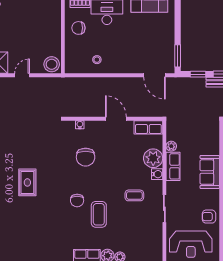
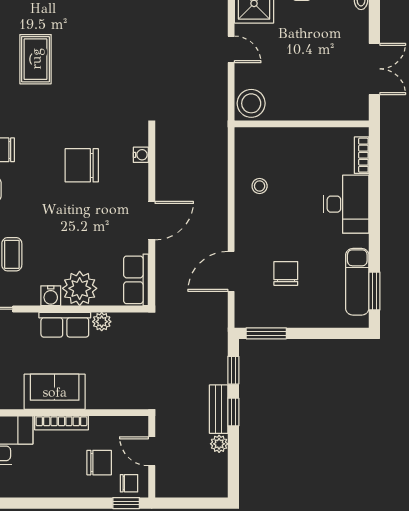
chair: (78, 28) -> (286, 273), moved
door: (154, 75) -> (231, 271), moved
rug: (27, 182) -> (36, 59), turned 90

